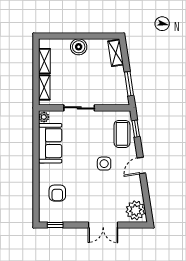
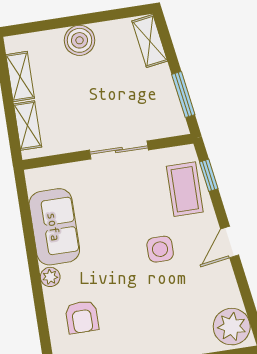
sliding door: (79, 108) -> (119, 150), moved
plant: (44, 117) -> (50, 277), moved

